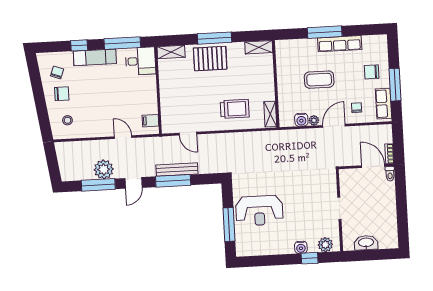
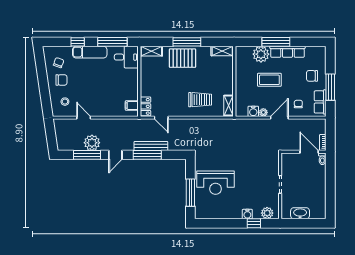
plant: (307, 49) -> (261, 54), added
locker: (167, 121) -> (145, 106), added
door: (123, 137) -> (84, 118), moved

